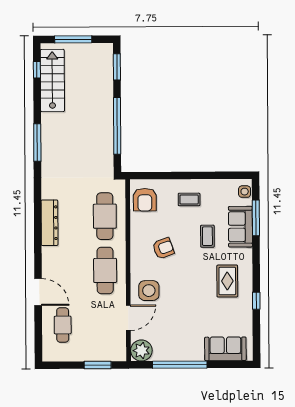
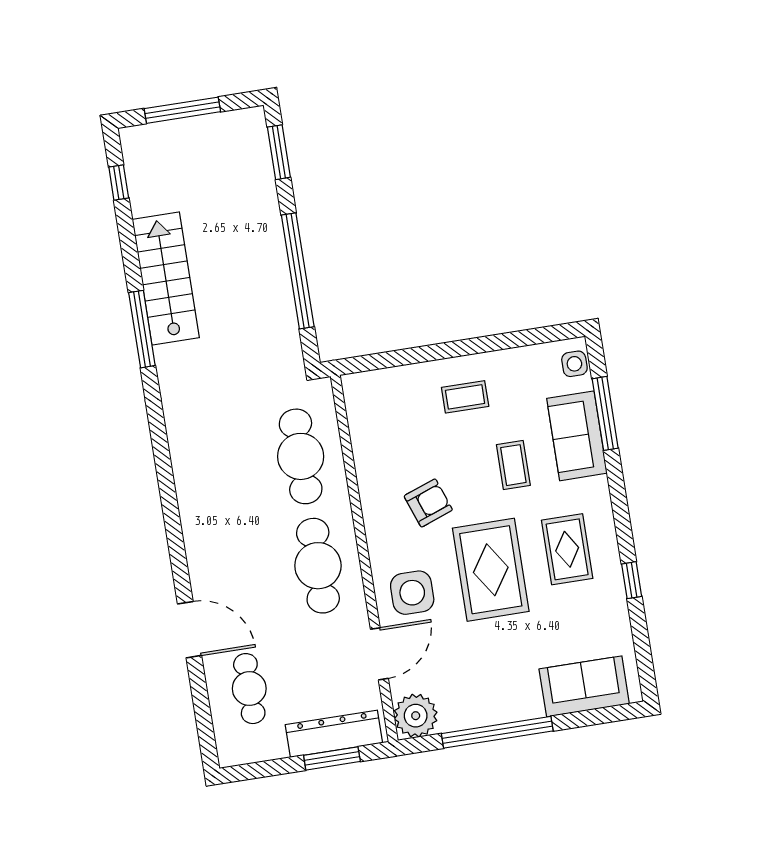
stairs: (52, 80) -> (166, 279), moved
armchair: (145, 200) -> (376, 411), removed
dresser: (49, 223) -> (334, 734), moved, turned -90
rug: (189, 285) -> (491, 570), added

